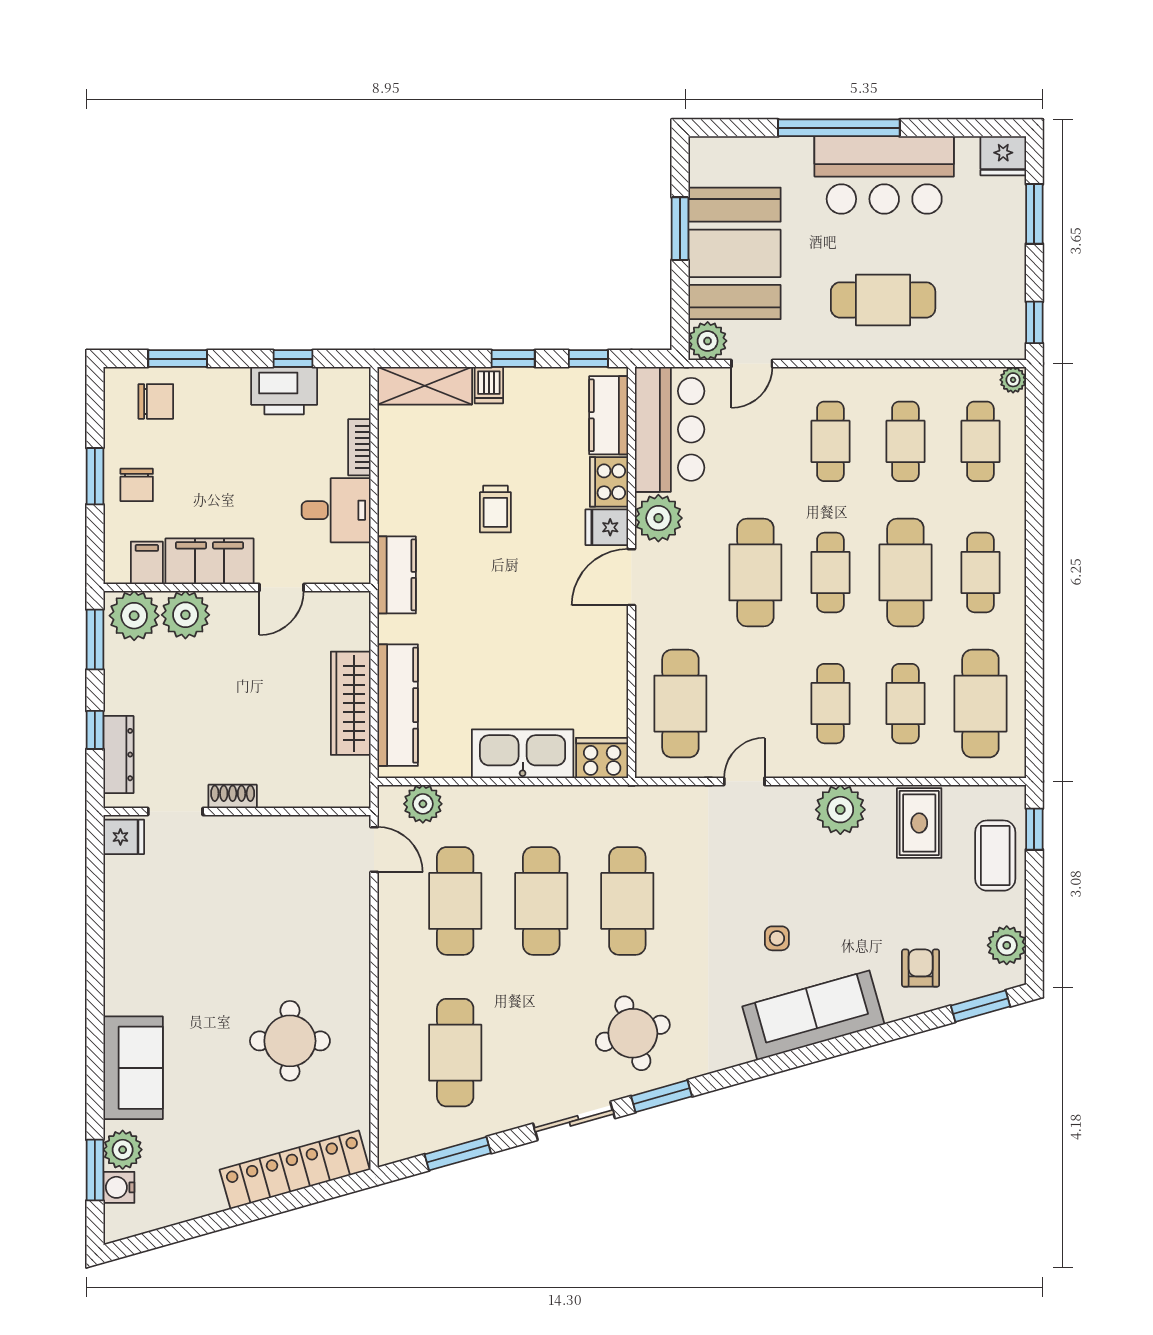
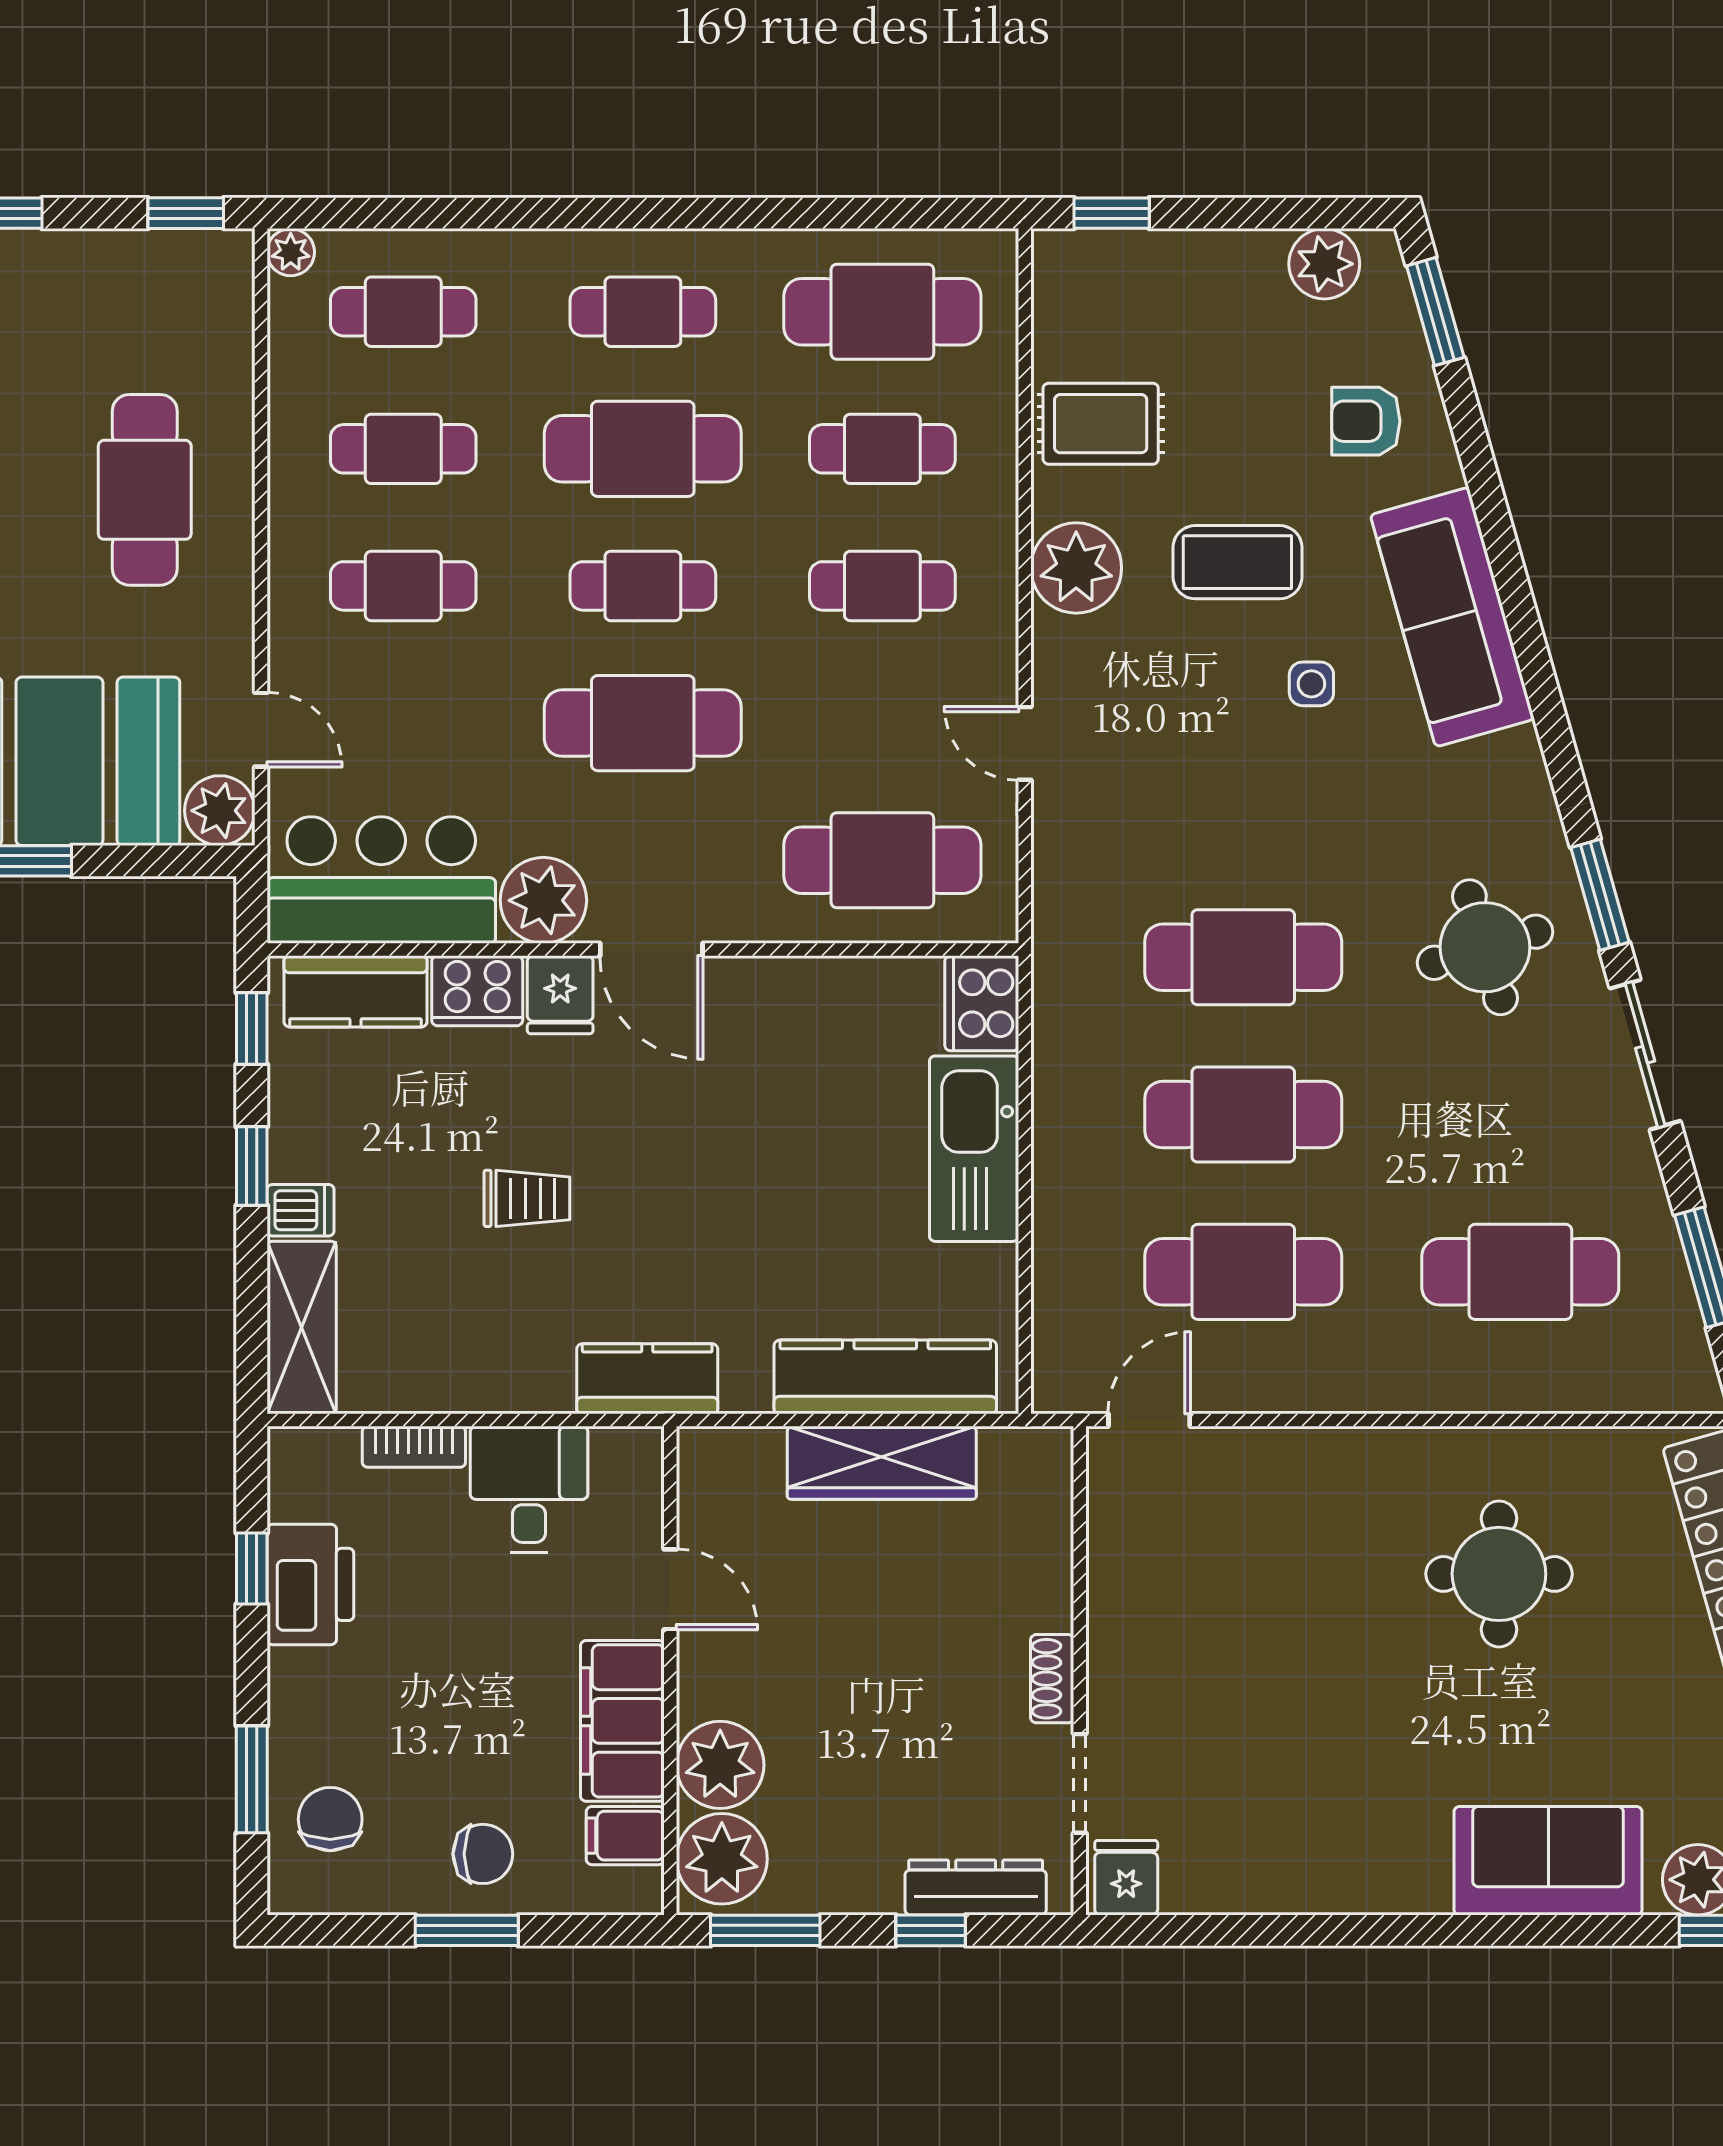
plant: (423, 804) -> (1066, 1331), removed
coffee table: (995, 856) -> (1237, 562), moved

